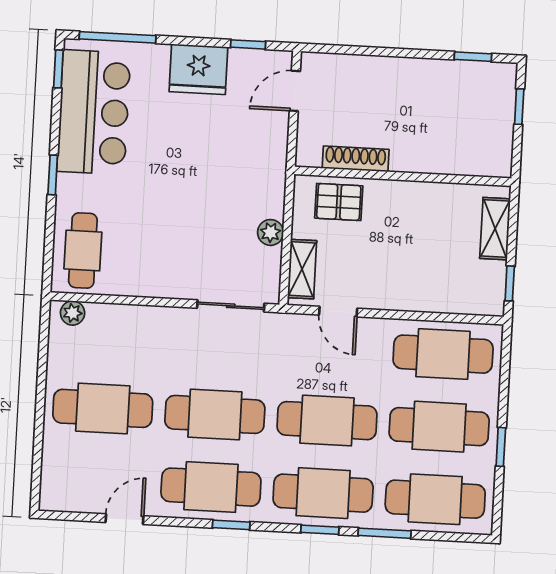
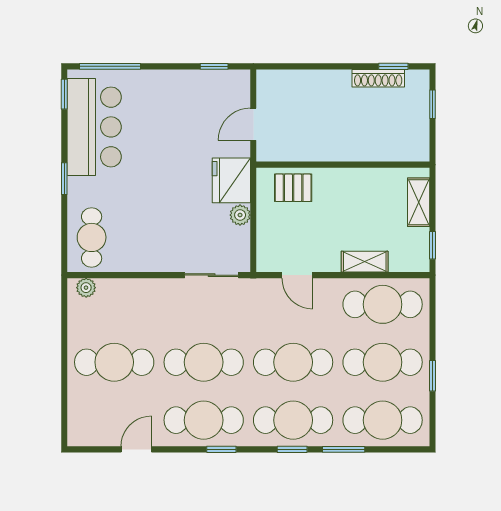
fridge: (198, 69) -> (231, 180), moved, turned 90
door: (295, 91) -> (253, 124), moved
shoe rack: (356, 159) -> (378, 78), moved, turned 180
shelving: (302, 269) -> (365, 262), moved, turned 90

